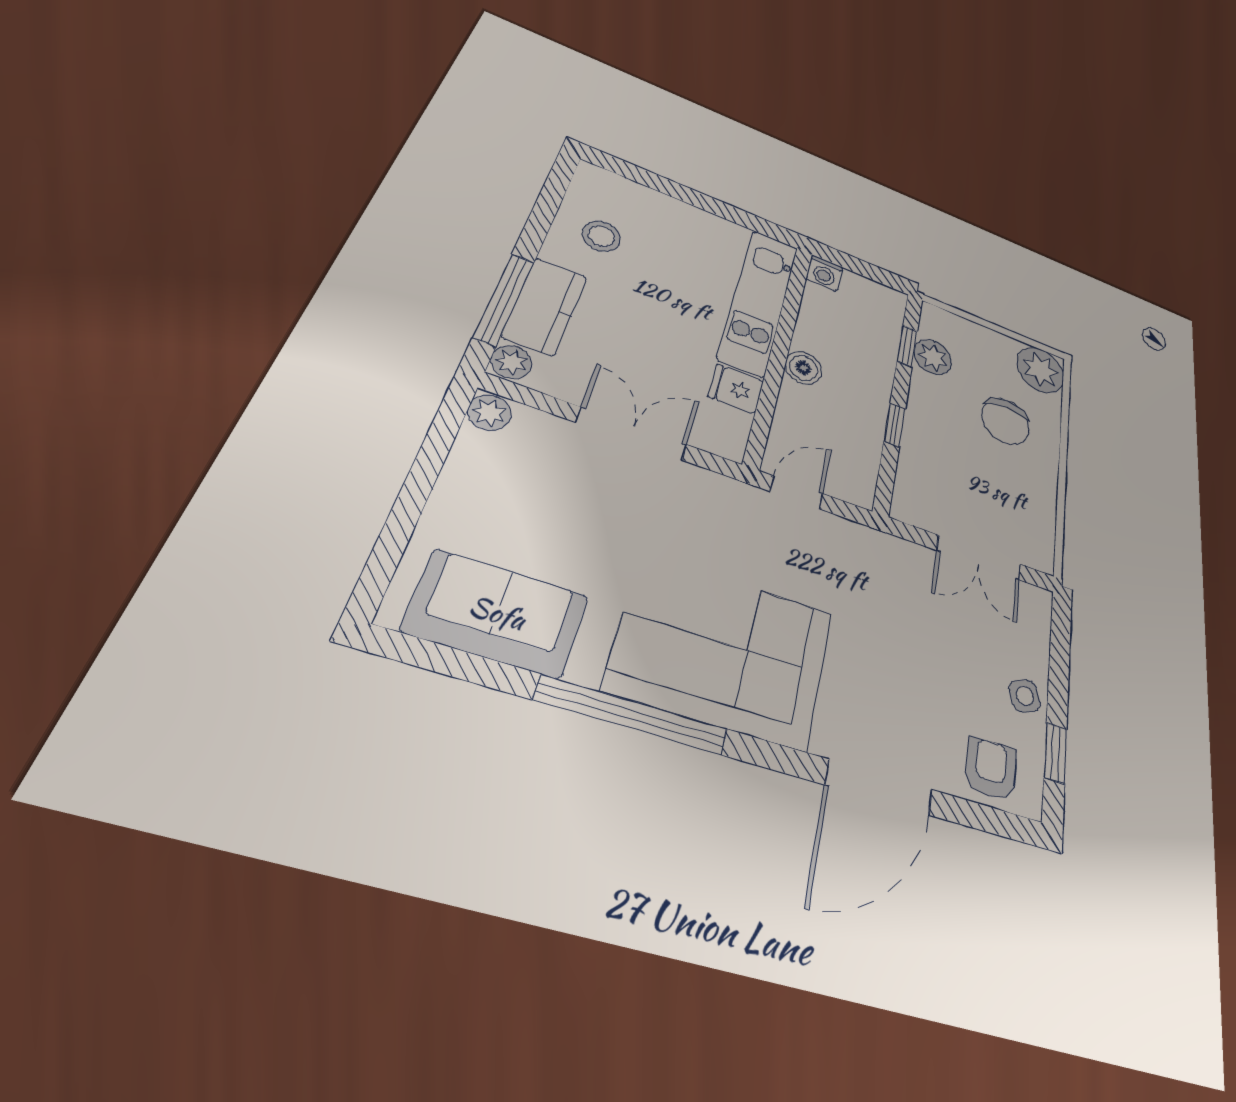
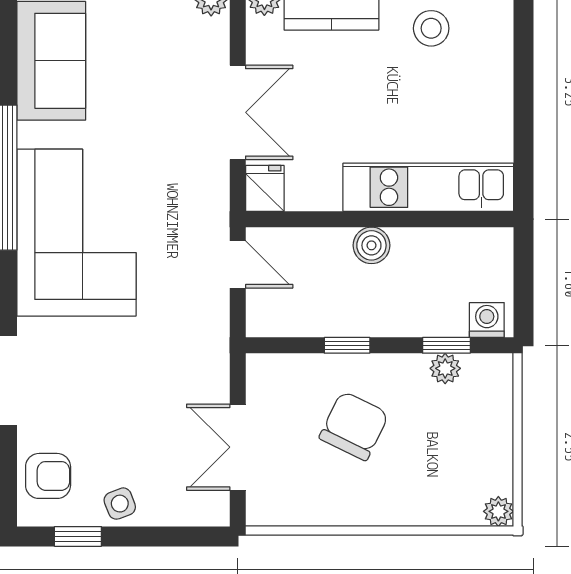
washing machine: (824, 273) -> (487, 320), moved, turned 90
plant: (933, 357) -> (445, 368), width x0.73, depth x0.73
plant: (1040, 370) -> (498, 511), width x0.53, depth x0.53
fridge: (736, 389) -> (265, 188), moved
chair: (1006, 421) -> (354, 426), moved, turned 116

